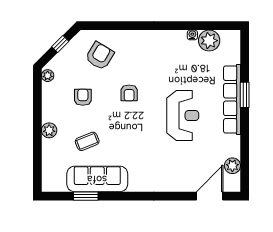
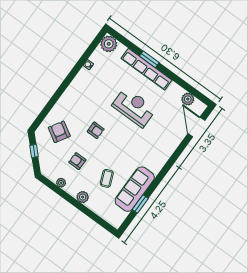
plant: (209, 41) -> (109, 44), moved
plant: (48, 76) -> (61, 183), moved

